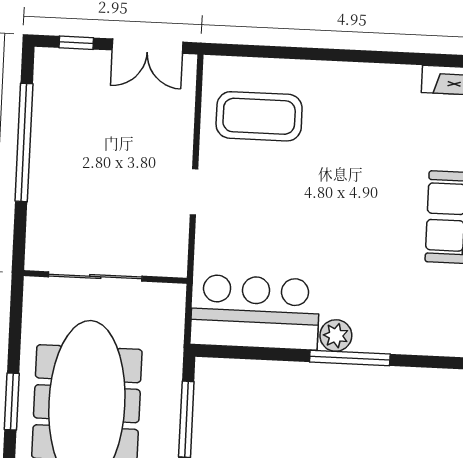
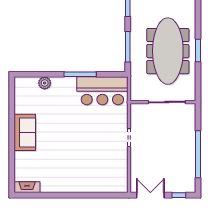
coffee table: (259, 116) -> (104, 169), removed
plant: (336, 336) -> (45, 83), moved
window: (350, 358) -> (80, 74), moved

